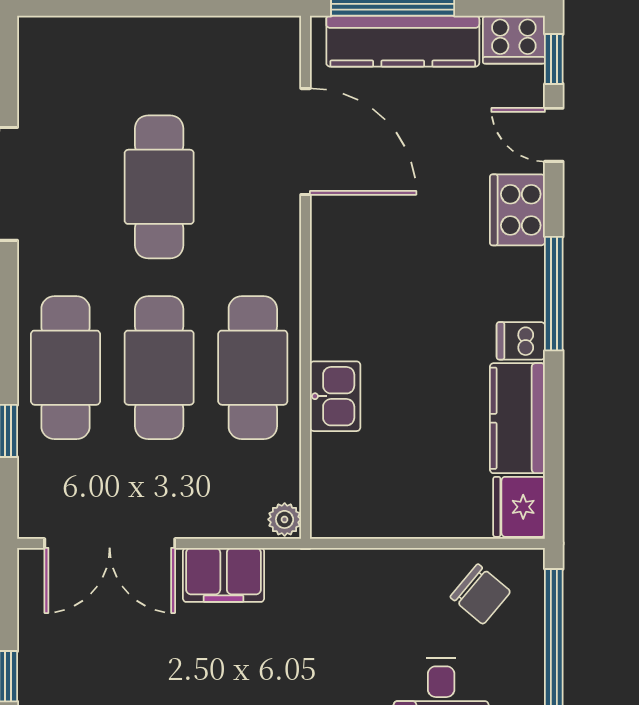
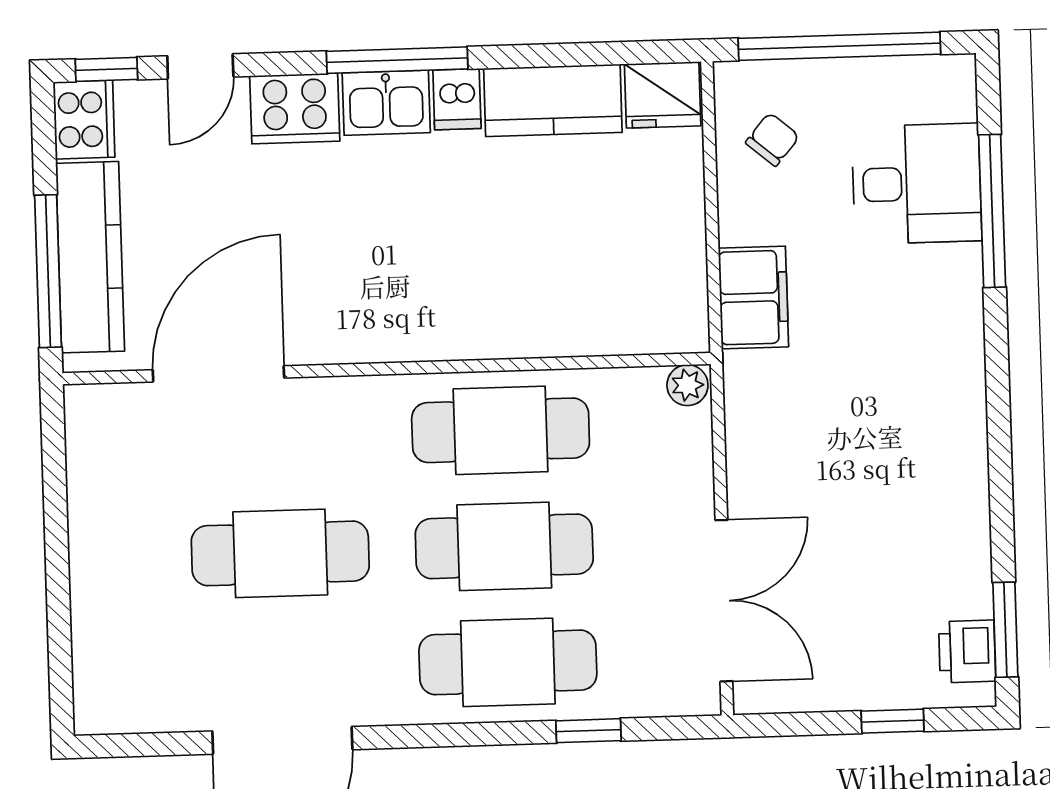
kitchen sink: (335, 396) -> (386, 103), moved, turned 180
filing cabinet: (224, 575) -> (753, 297), moved
chair: (480, 594) -> (772, 139), width x0.73, depth x0.73

